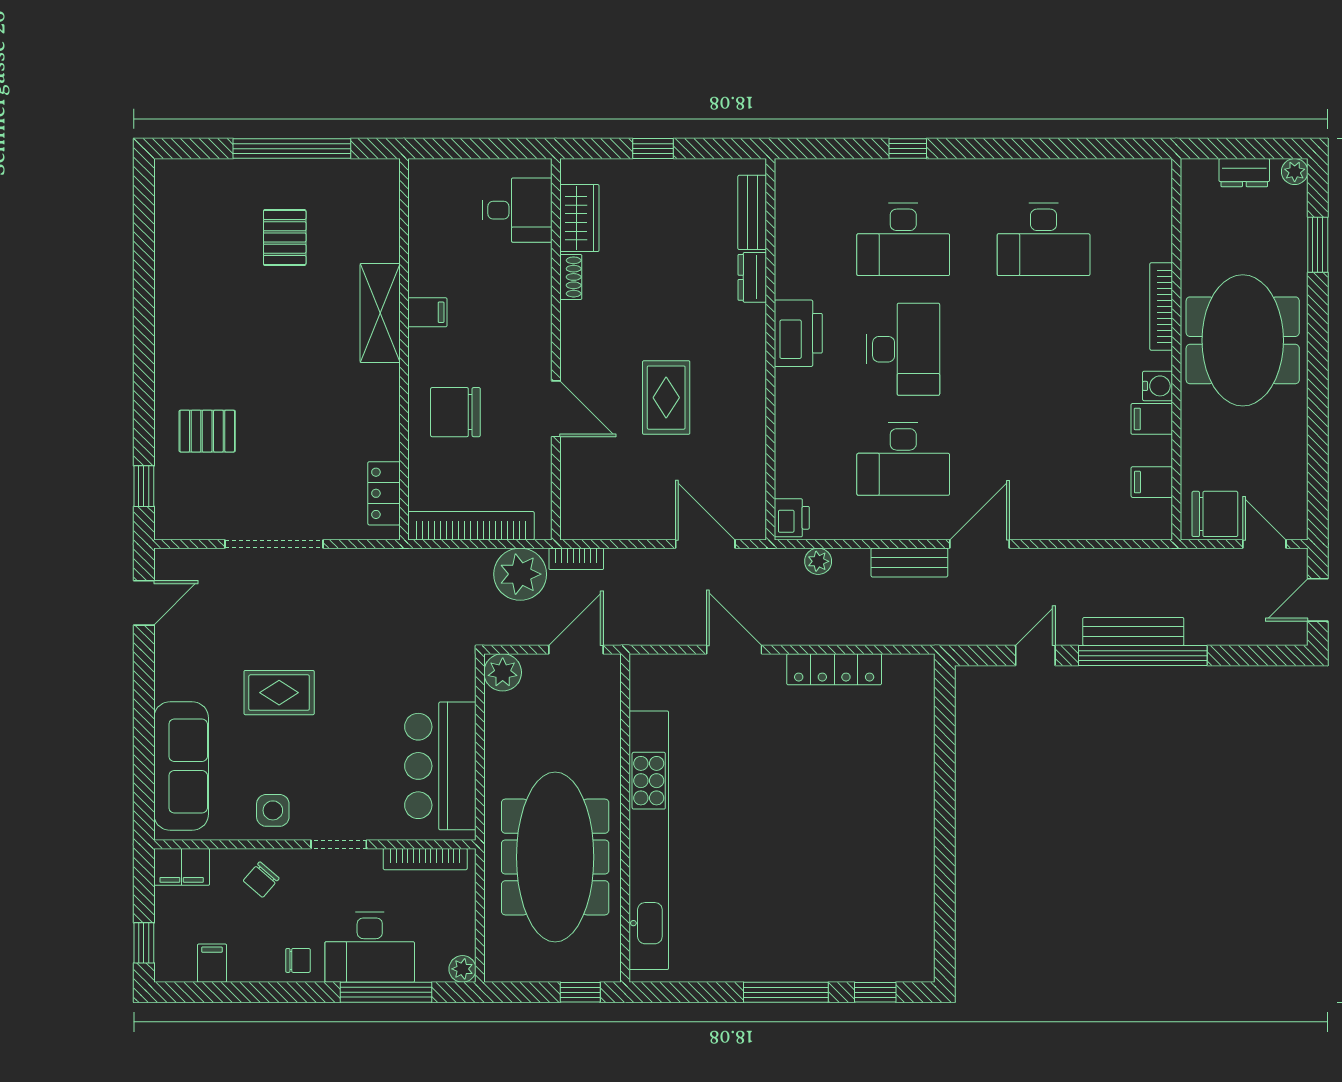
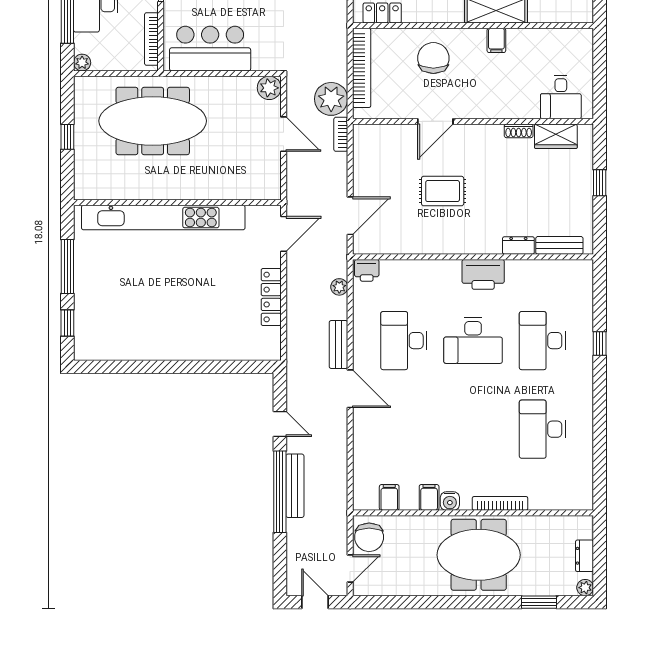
wall: (625, 818) -> (177, 203), moved
kitchen unit: (649, 840) -> (163, 218), moved

